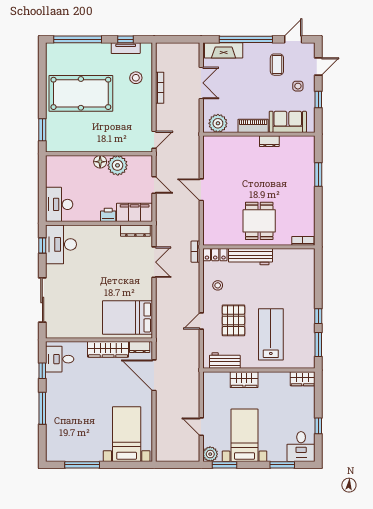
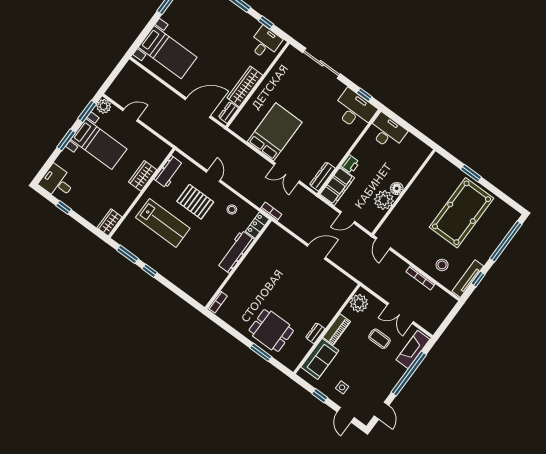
tv unit: (126, 48) -> (468, 279), width x1.41
coffee table: (277, 65) -> (379, 339), moved
window: (42, 130) -> (471, 173), moved
dining table: (259, 221) -> (271, 330), moved
bed: (128, 317) -> (275, 132), moved
window: (282, 465) -> (66, 140), moved

